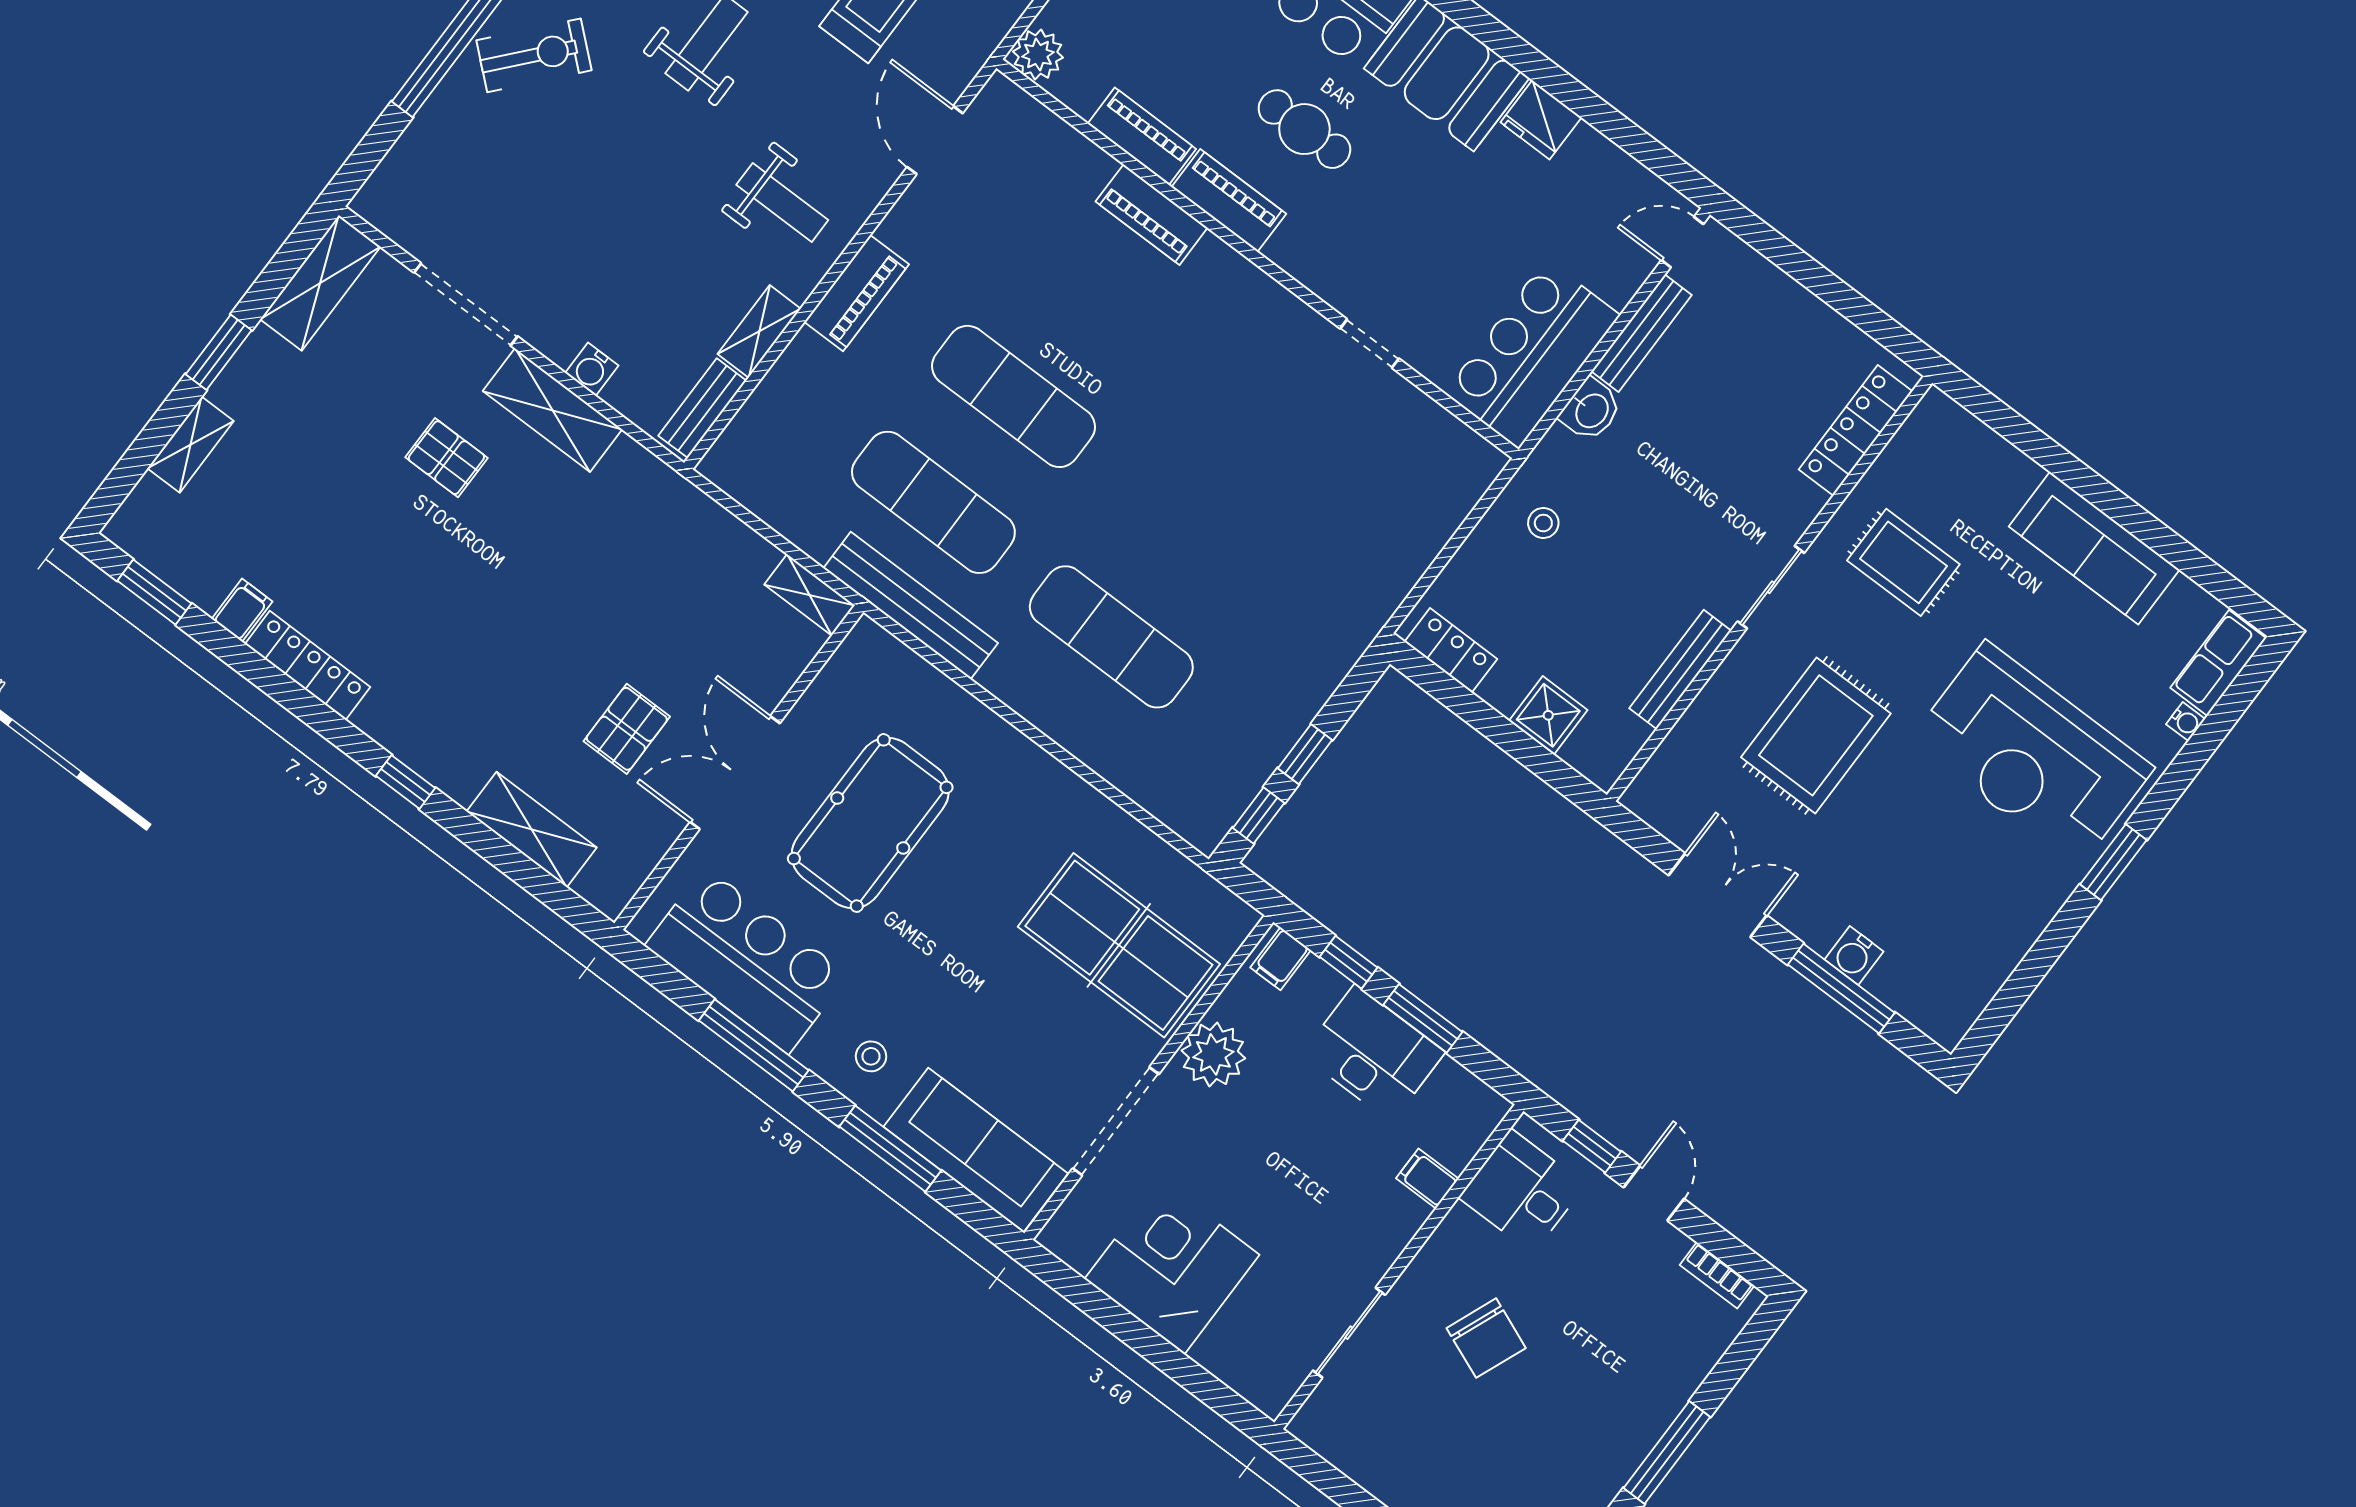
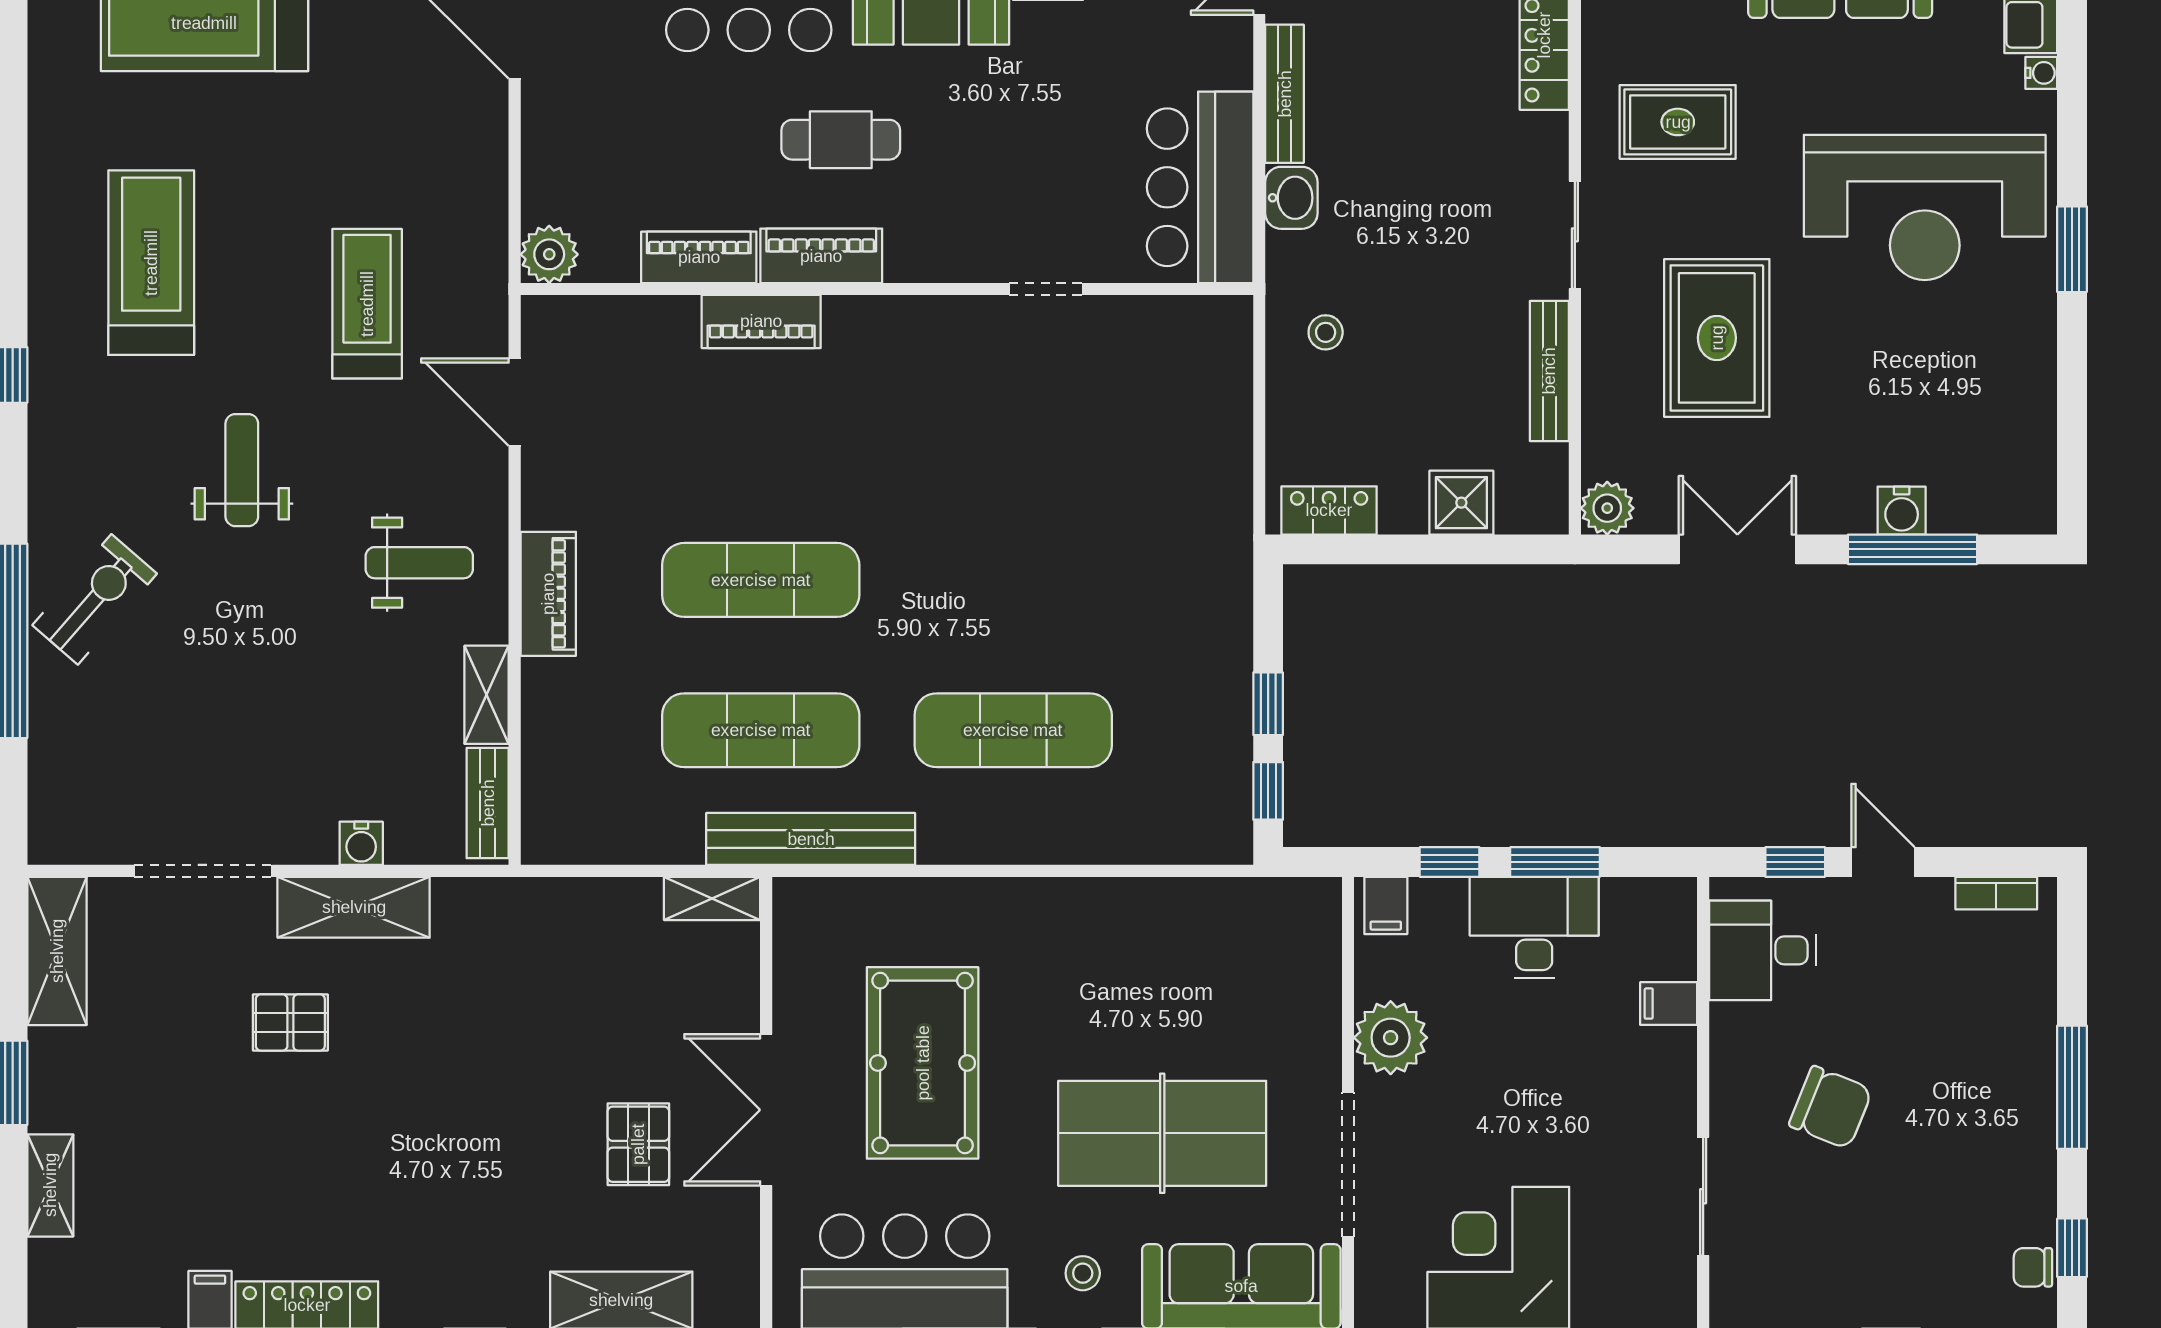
plant: (1648, 797) -> (1607, 508), added
table tennis table: (1119, 945) -> (1162, 1133), moved

